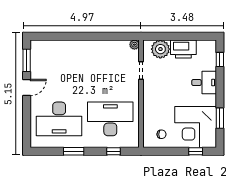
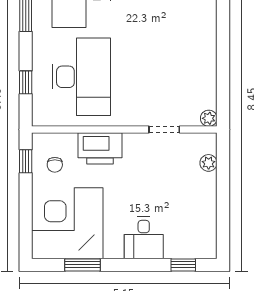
plant: (160, 49) -> (209, 163), width x0.53, depth x0.53
printer: (183, 49) -> (100, 148), moved, turned -90
window: (196, 151) -> (26, 161), moved

